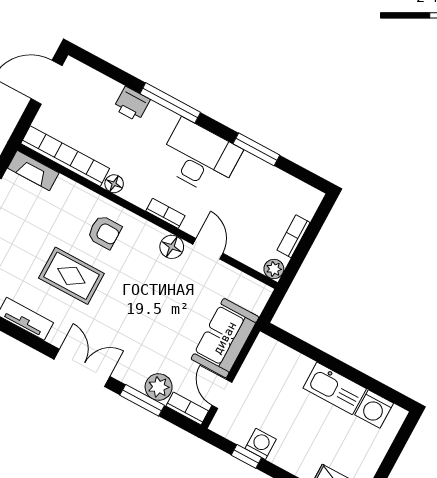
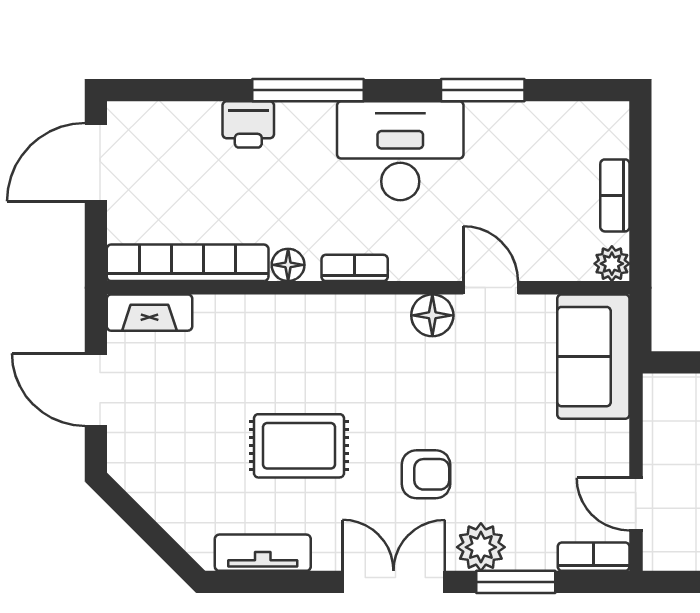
bookcase: (165, 213) -> (355, 268), moved
armchair: (104, 232) -> (426, 474), moved
sofa: (225, 338) -> (593, 357), moved
plant: (159, 387) -> (481, 547), moved

